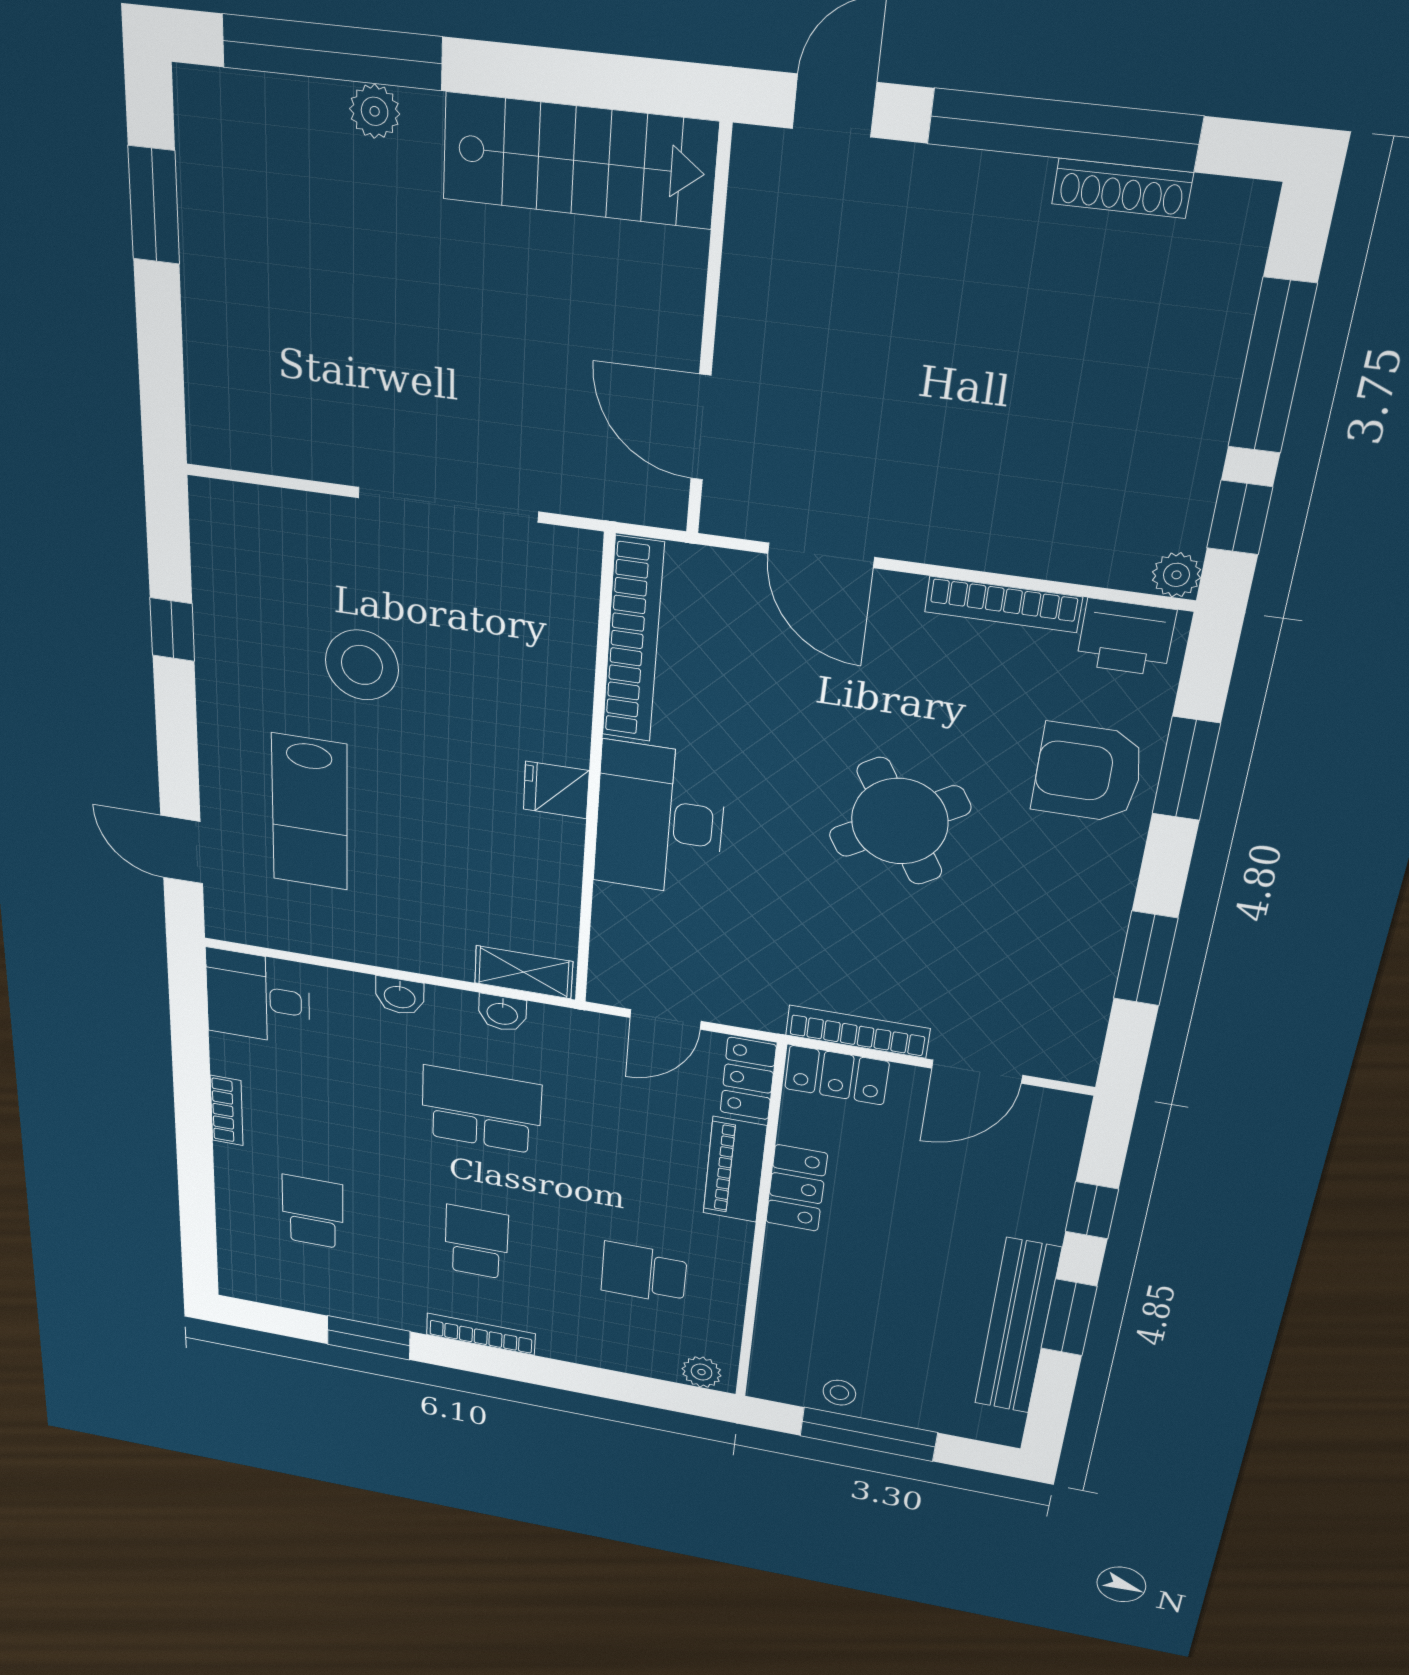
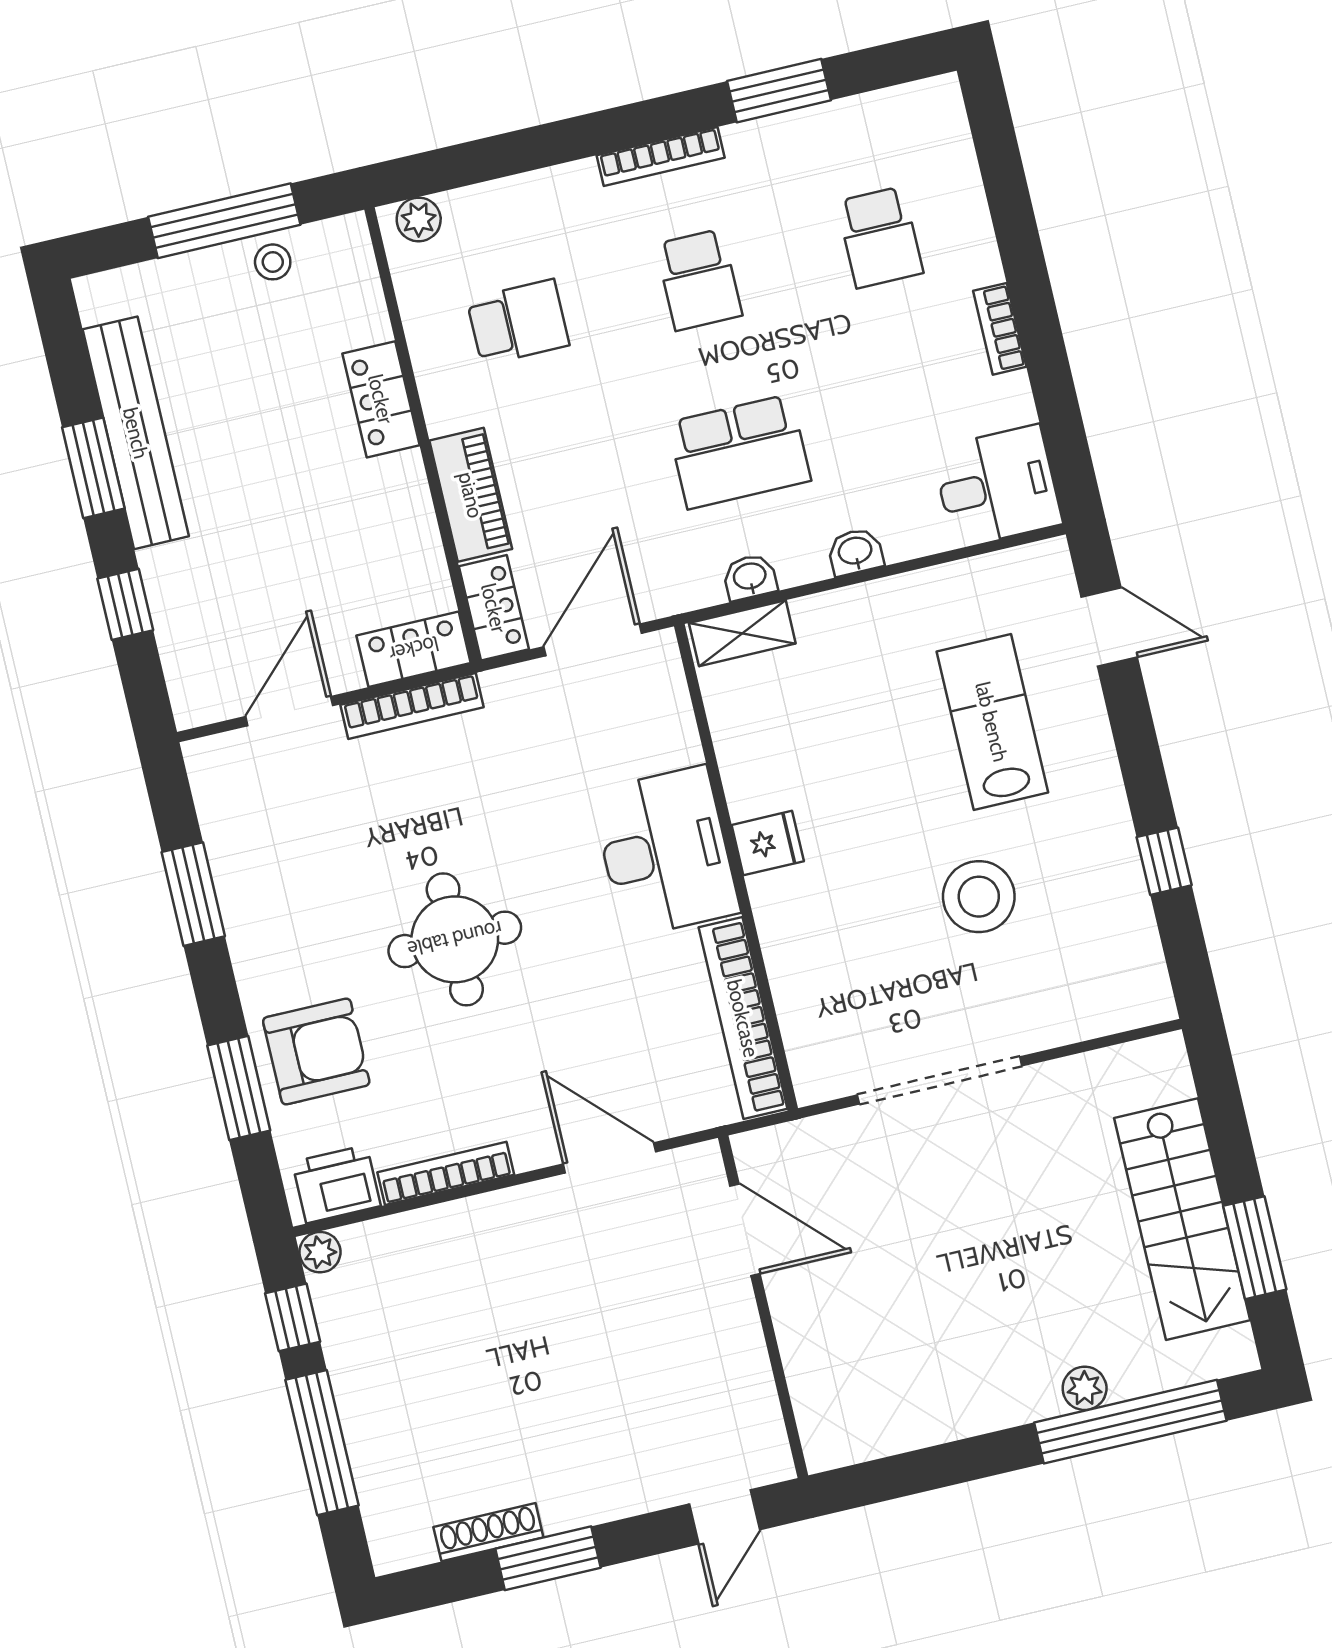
window: (1064, 130) -> (548, 1558), width x0.47
stairs: (579, 161) -> (1182, 1219), moved, turned -90
round table: (900, 821) -> (455, 939), turned 31
door: (665, 1019) -> (593, 640), width x1.38
locker: (797, 1188) -> (381, 399), moved

